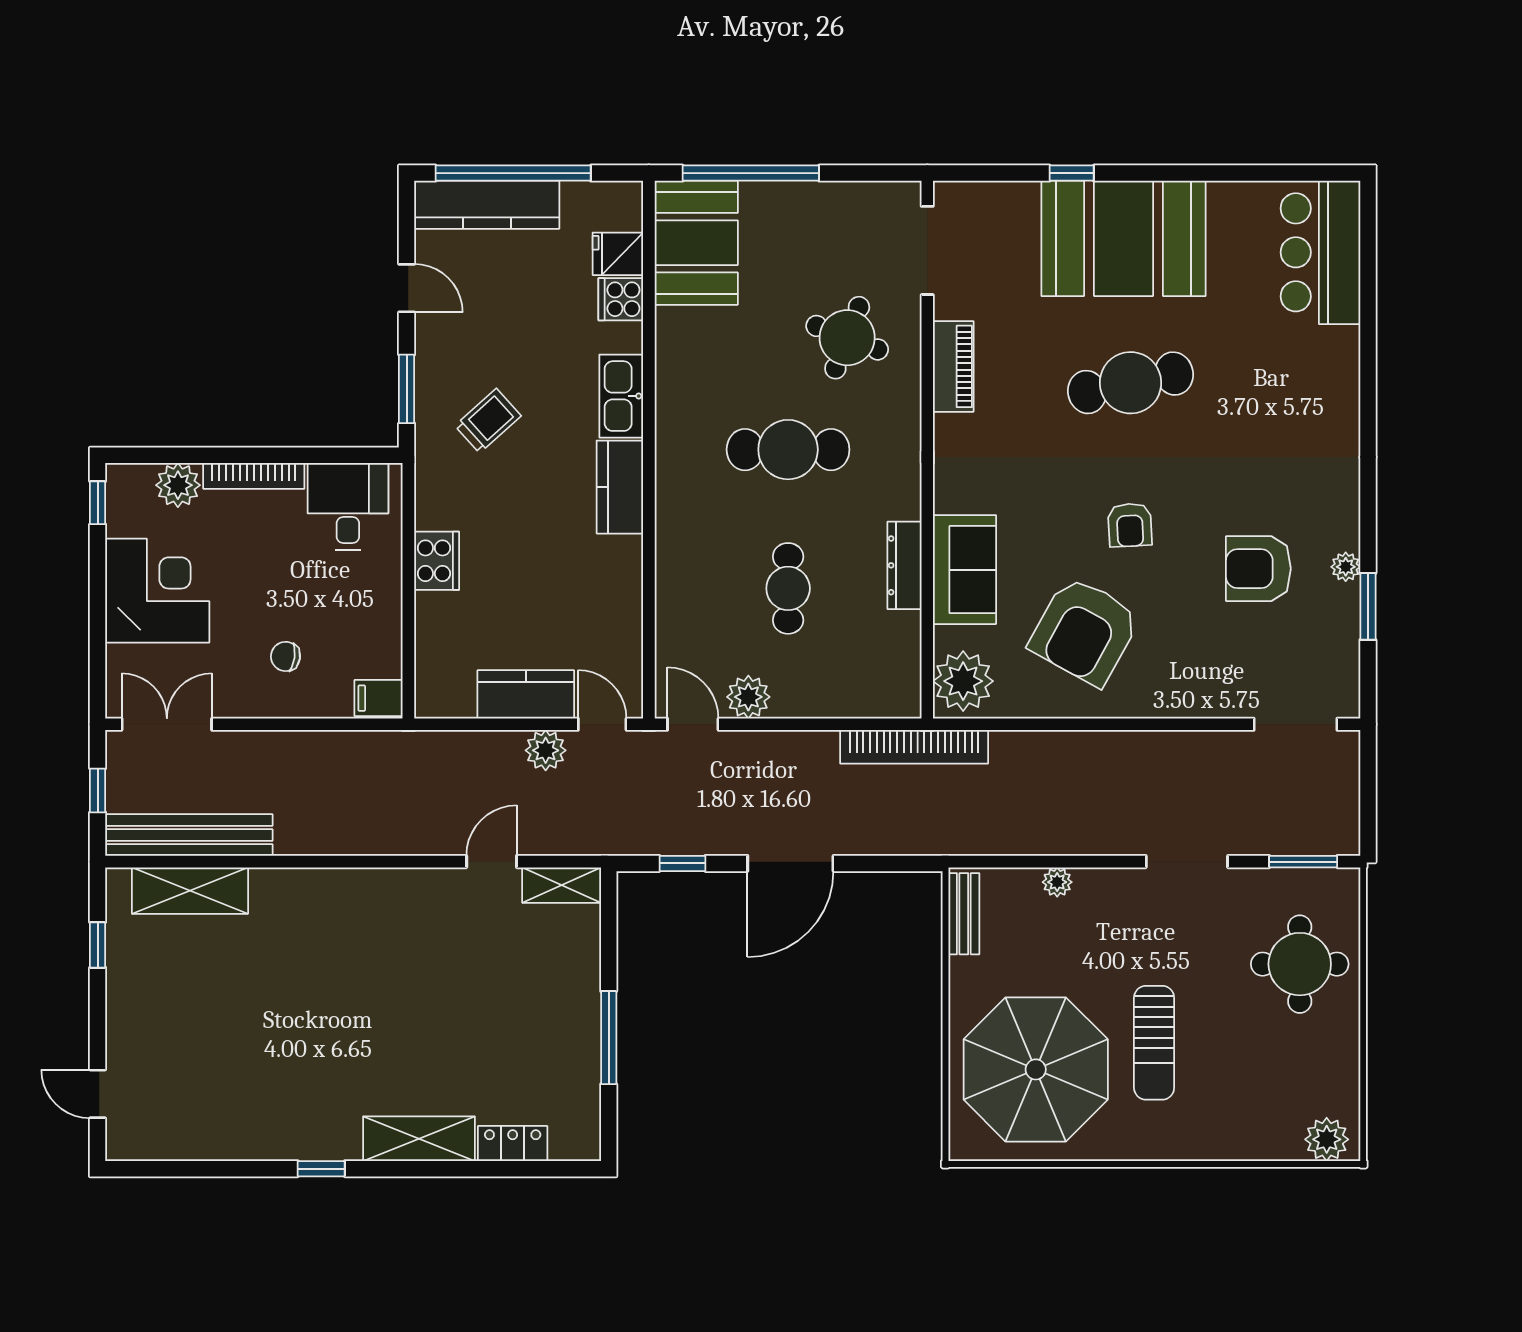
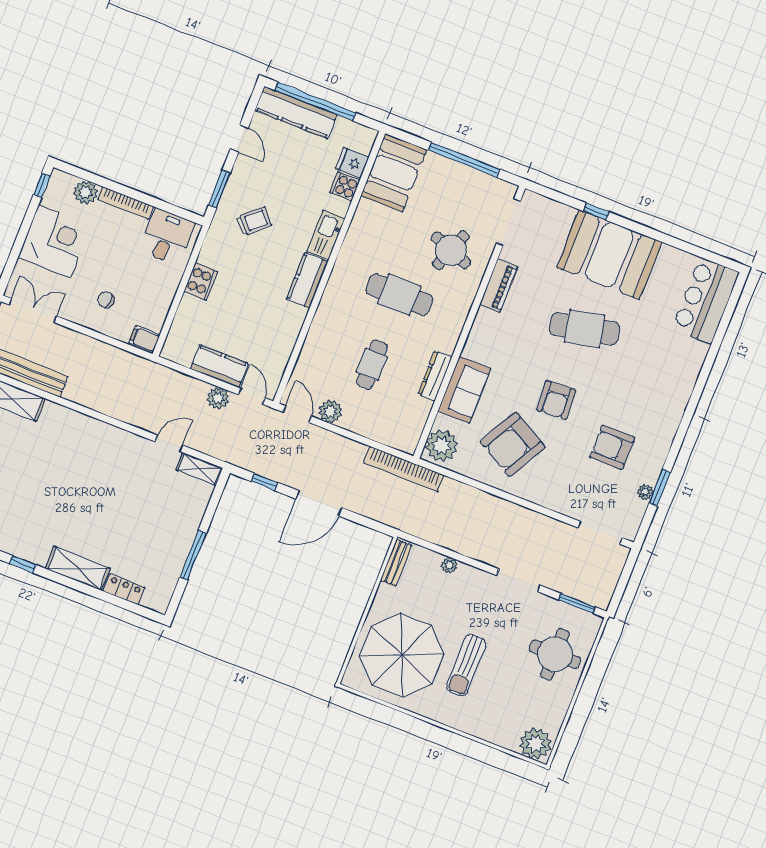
window: (751, 173) -> (464, 160), moved
armchair: (1130, 525) -> (556, 400), width x1.38, depth x1.38
plant: (1346, 567) -> (645, 492), moved
plant: (1327, 1139) -> (536, 744), width x1.36, depth x1.36

